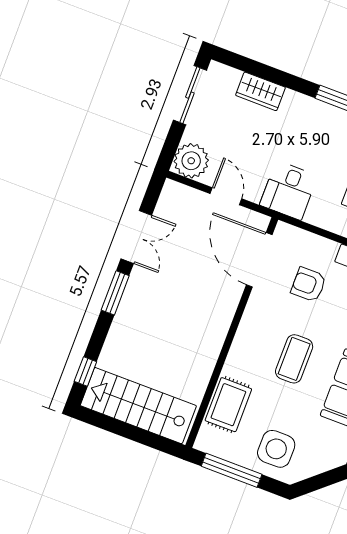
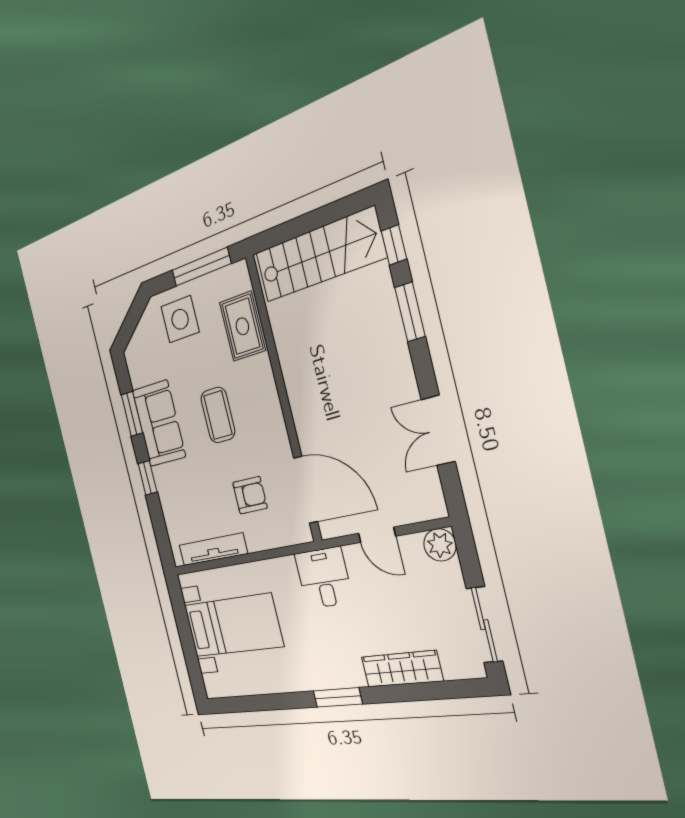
wardrobe: (260, 91) -> (402, 669), width x1.50
plant: (191, 161) -> (440, 545), width x0.73, depth x0.73
window: (115, 293) -> (410, 312), moved

